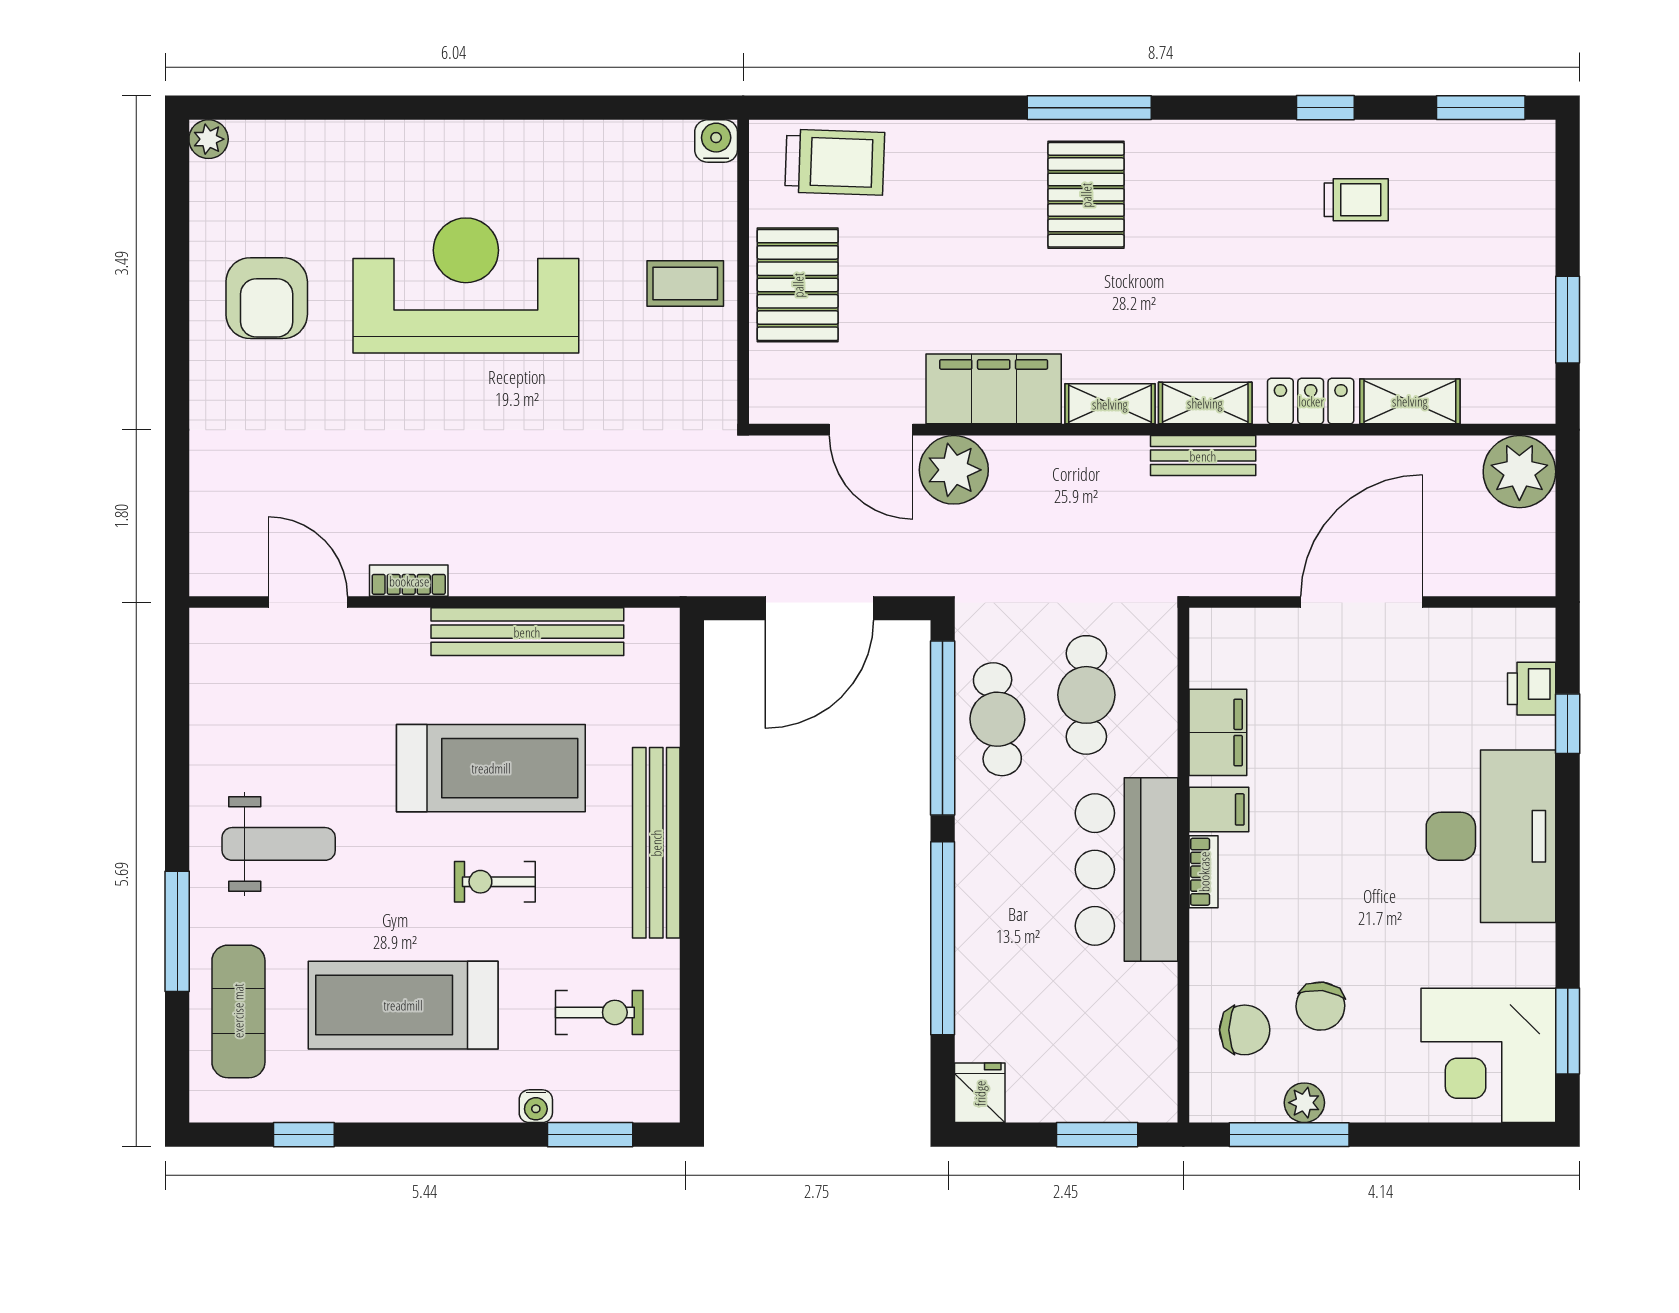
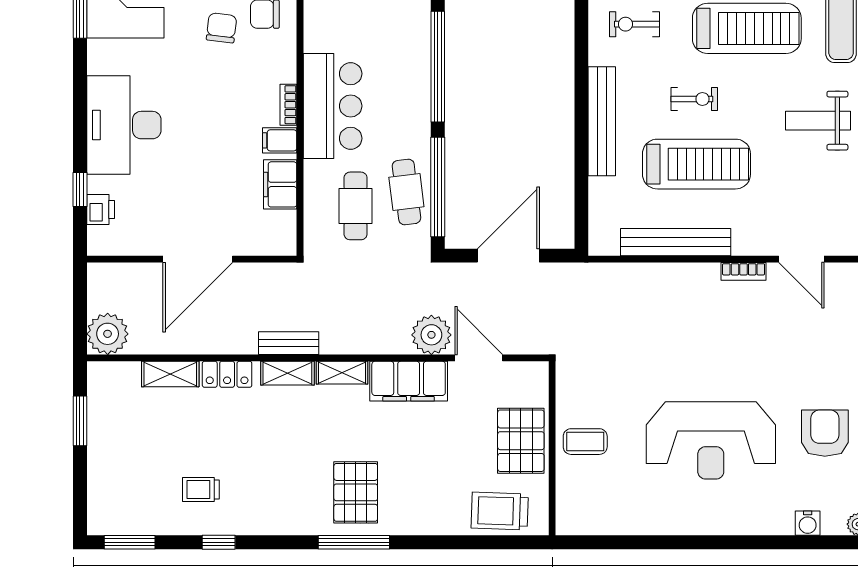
water cooler: (716, 141) -> (808, 523), moved
treadmill: (491, 768) -> (696, 164), turned 180

